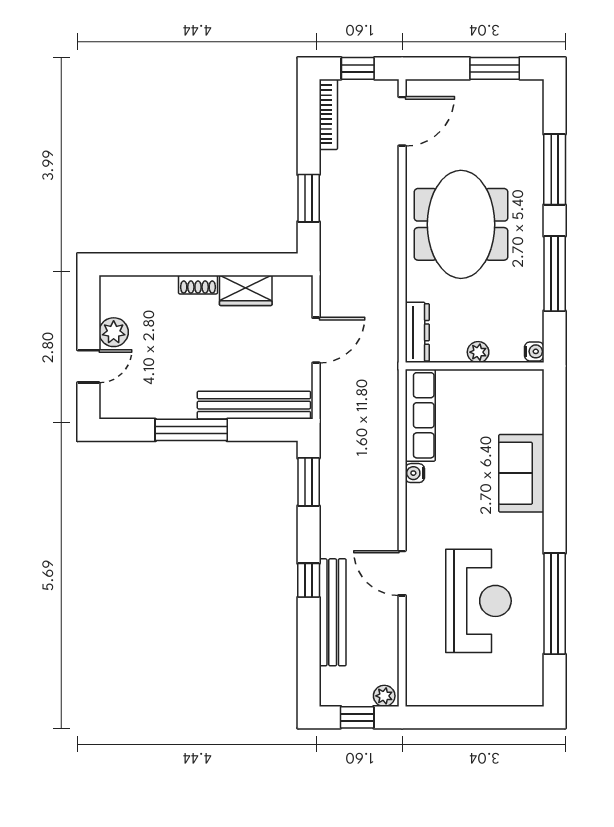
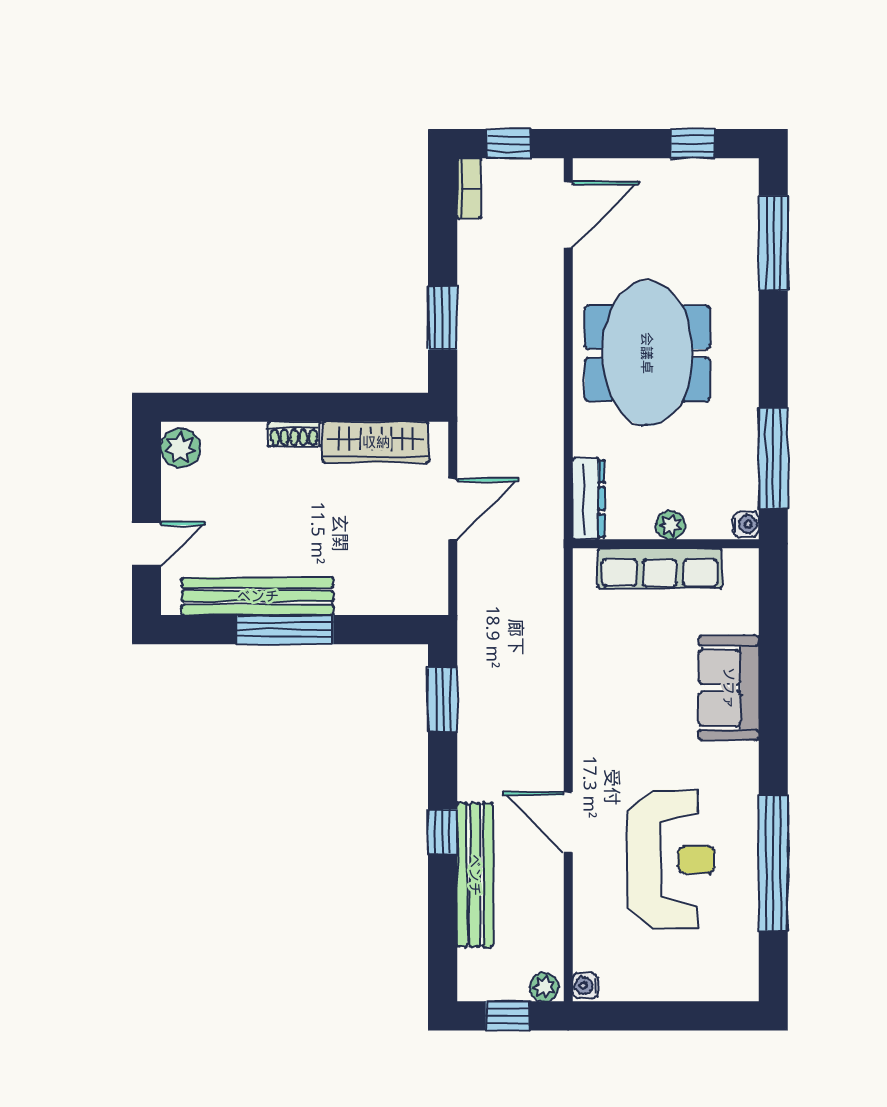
window: (495, 68) -> (693, 144), width x0.67
bookcase: (328, 114) -> (469, 188), width x0.64
window: (555, 169) -> (773, 243), moved
window: (555, 274) -> (773, 458), moved
wardrobe: (246, 290) -> (376, 442), width x1.50
plant: (114, 332) -> (181, 448), moved
bench: (254, 405) -> (258, 596), moved
row of seats: (420, 415) -> (660, 568), moved, turned 90
water cooler: (415, 473) -> (585, 985), moved

